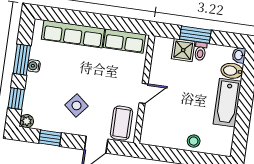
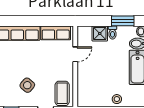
window: (195, 35) -> (123, 21), moved
door: (144, 93) -> (75, 54), moved

